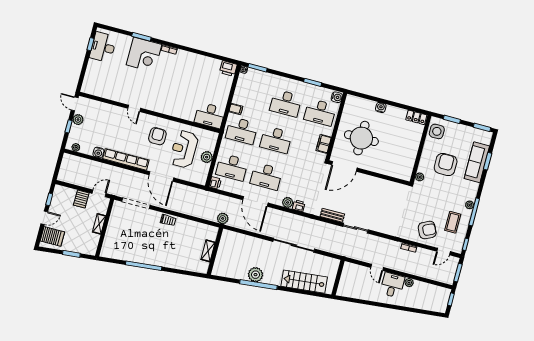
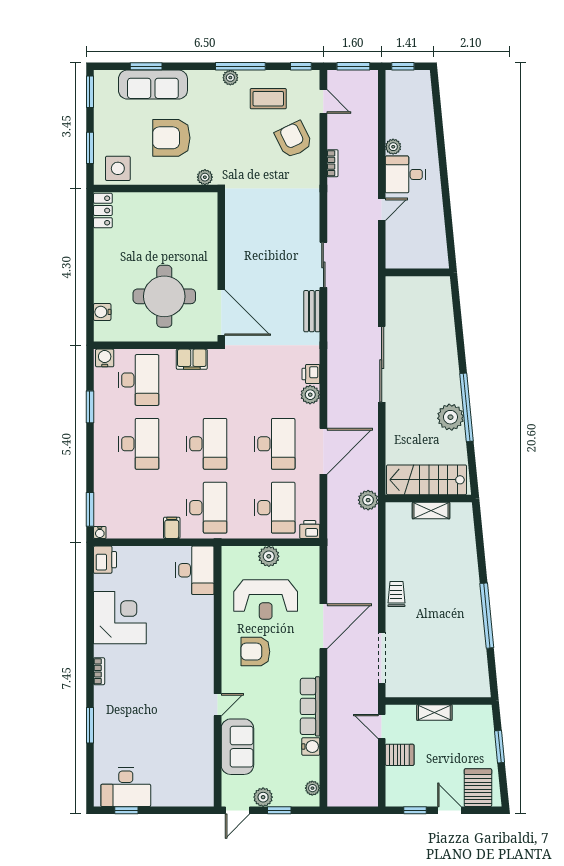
corner desk: (144, 55) -> (120, 618), moved
water cooler: (381, 107) -> (102, 312), moved
sofa: (109, 113) -> (237, 747), added
row of seats: (126, 159) -> (310, 706), width x0.73
stairs: (304, 282) -> (426, 480), moved, turned 96

